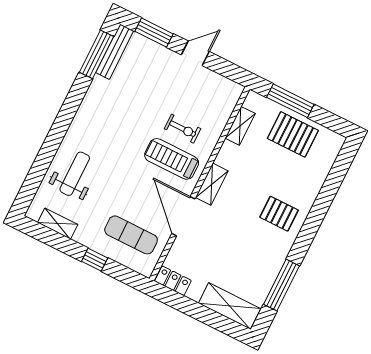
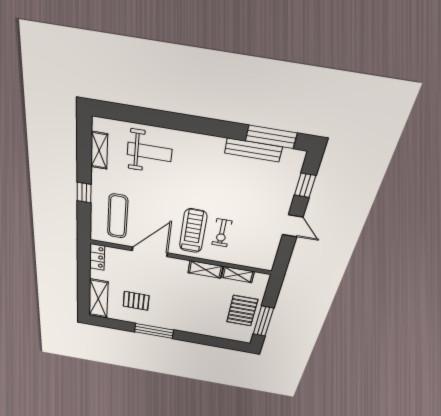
window: (154, 33) -> (305, 185), width x0.67
bench: (115, 52) -> (253, 150), moved
window: (290, 101) -> (263, 321), moved
shelving: (212, 184) -> (205, 269), moved
pallet: (279, 214) -> (136, 301), moved, turned 90
window: (282, 285) -> (154, 331), moved

